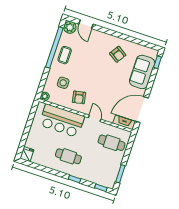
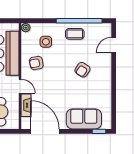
plant: (70, 27) -> (105, 30), removed
armchair: (118, 54) -> (82, 70), moved
door: (95, 118) -> (20, 86), hinge flipped
fireplace: (124, 122) -> (26, 105), moved

